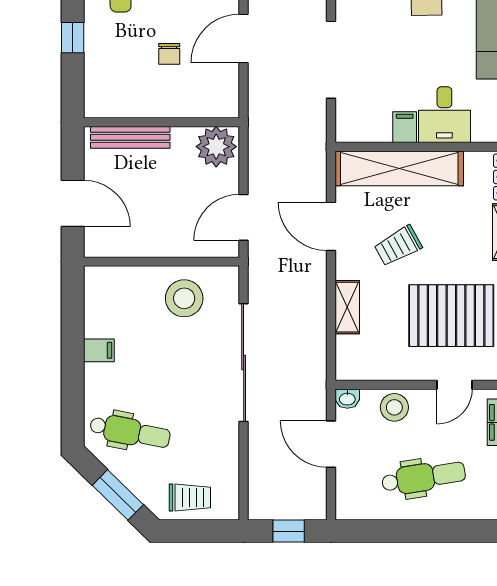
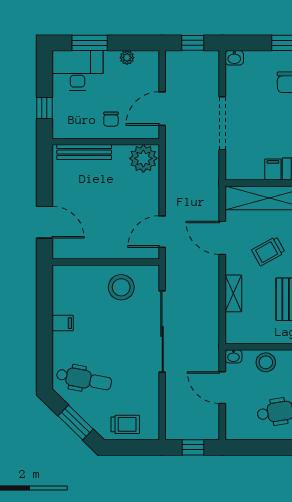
wall: (162, 122) -> (106, 142), moved
bench: (130, 137) -> (84, 152), moved
plant: (216, 147) -> (143, 158), moved

